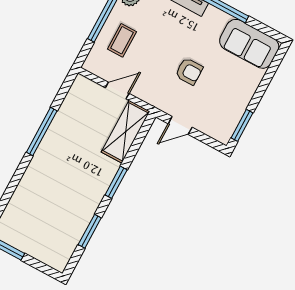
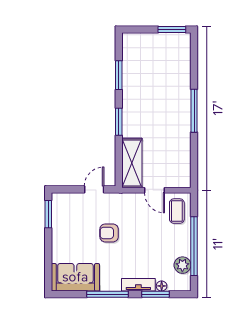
coffee table: (122, 40) -> (177, 211), moved
door: (117, 91) -> (154, 190), hinge flipped
window: (42, 132) -> (194, 111), moved

